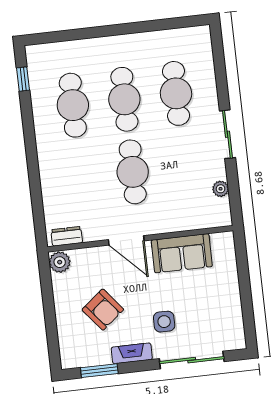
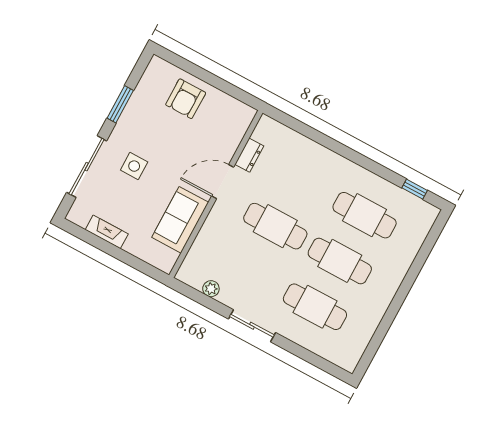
dresser: (67, 236) -> (249, 155), moved
plant: (60, 262) -> (243, 114), removed
armchair: (103, 310) -> (186, 99), moved, turned -51
fireplace: (132, 353) -> (107, 232), moved, turned -90
window: (99, 371) -> (120, 104), moved

